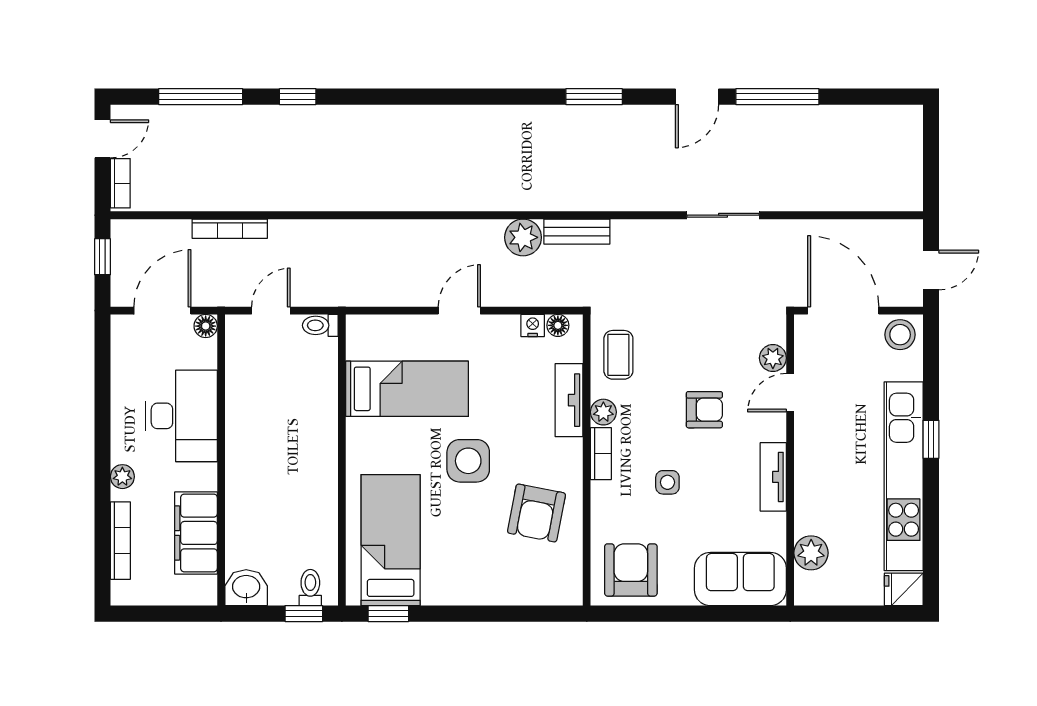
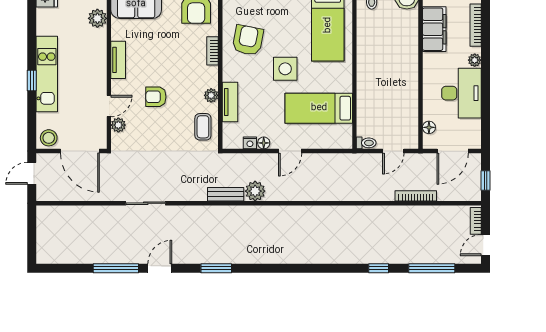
floor lamp: (558, 325) -> (264, 143), moved
floor lamp: (206, 326) -> (429, 127), moved
desk: (181, 416) -> (461, 93), moved, turned 180
bookcase: (601, 454) -> (213, 51), moved
kitchen unit: (904, 476) -> (47, 74), width x0.73
side table: (667, 482) -> (176, 57), removed

